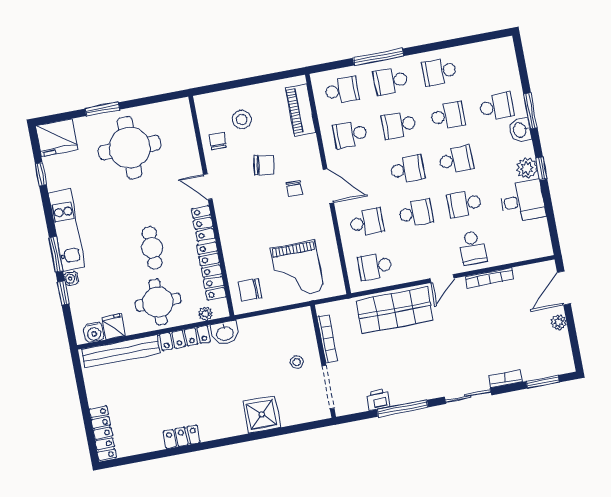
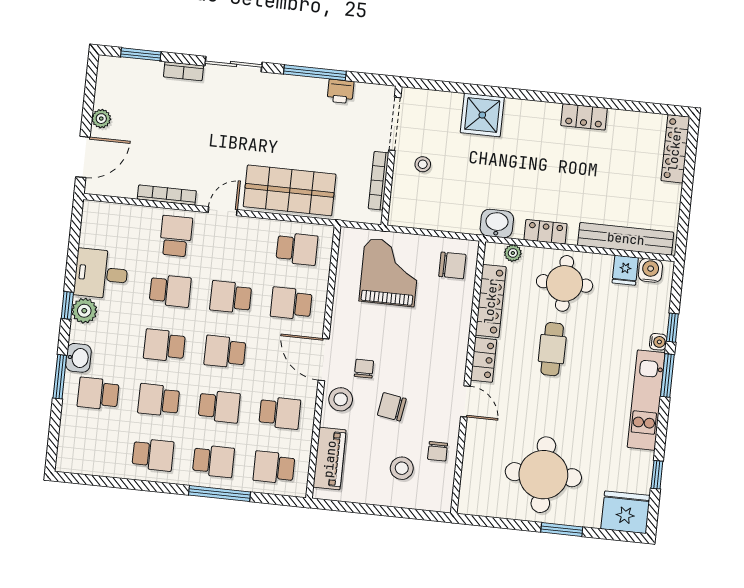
stool: (306, 159) -> (341, 399), added
locker: (185, 338) -> (546, 232), width x0.66

